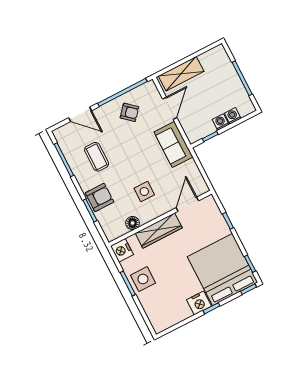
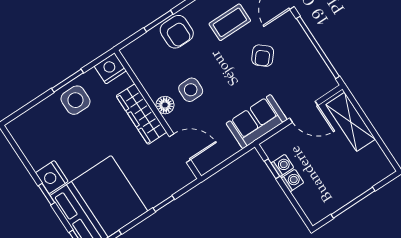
armchair: (129, 112) -> (263, 56), moved
washing machine: (233, 116) -> (282, 165), moved
floor lamp: (133, 223) -> (165, 105), moved

